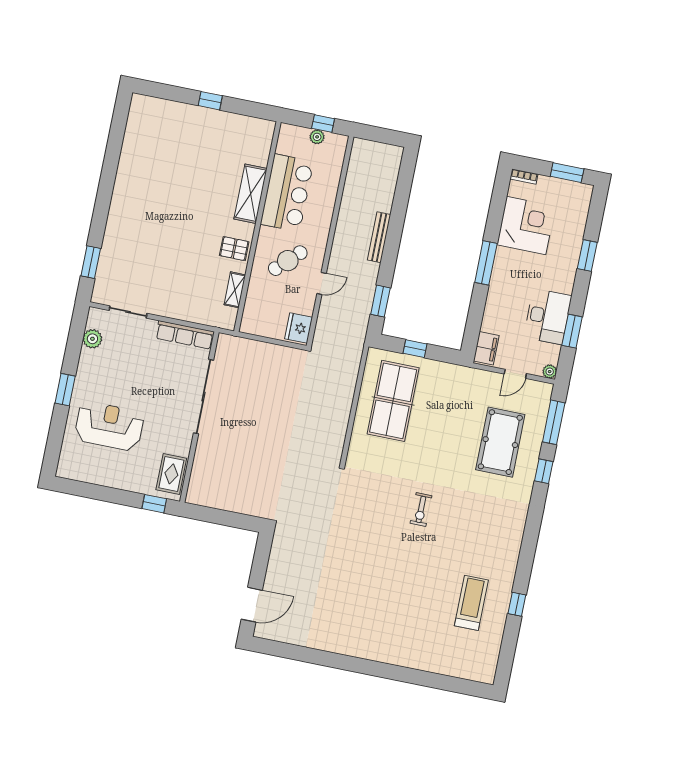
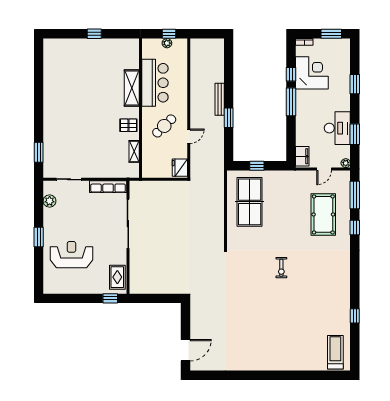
window: (494, 221) -> (291, 74), added
window: (380, 301) -> (229, 118), moved
treadmill: (471, 603) -> (335, 352), moved

